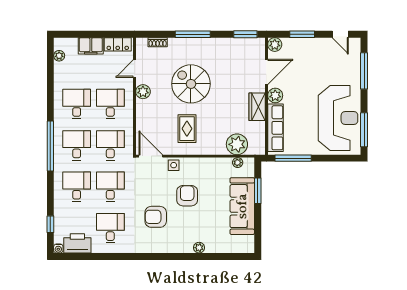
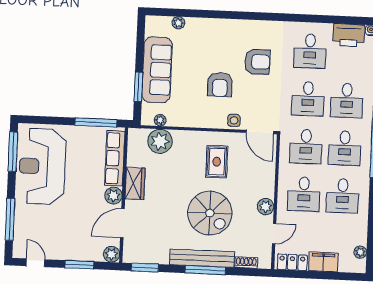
bench: (196, 45) -> (202, 258), added
plant: (199, 248) -> (178, 23), moved

